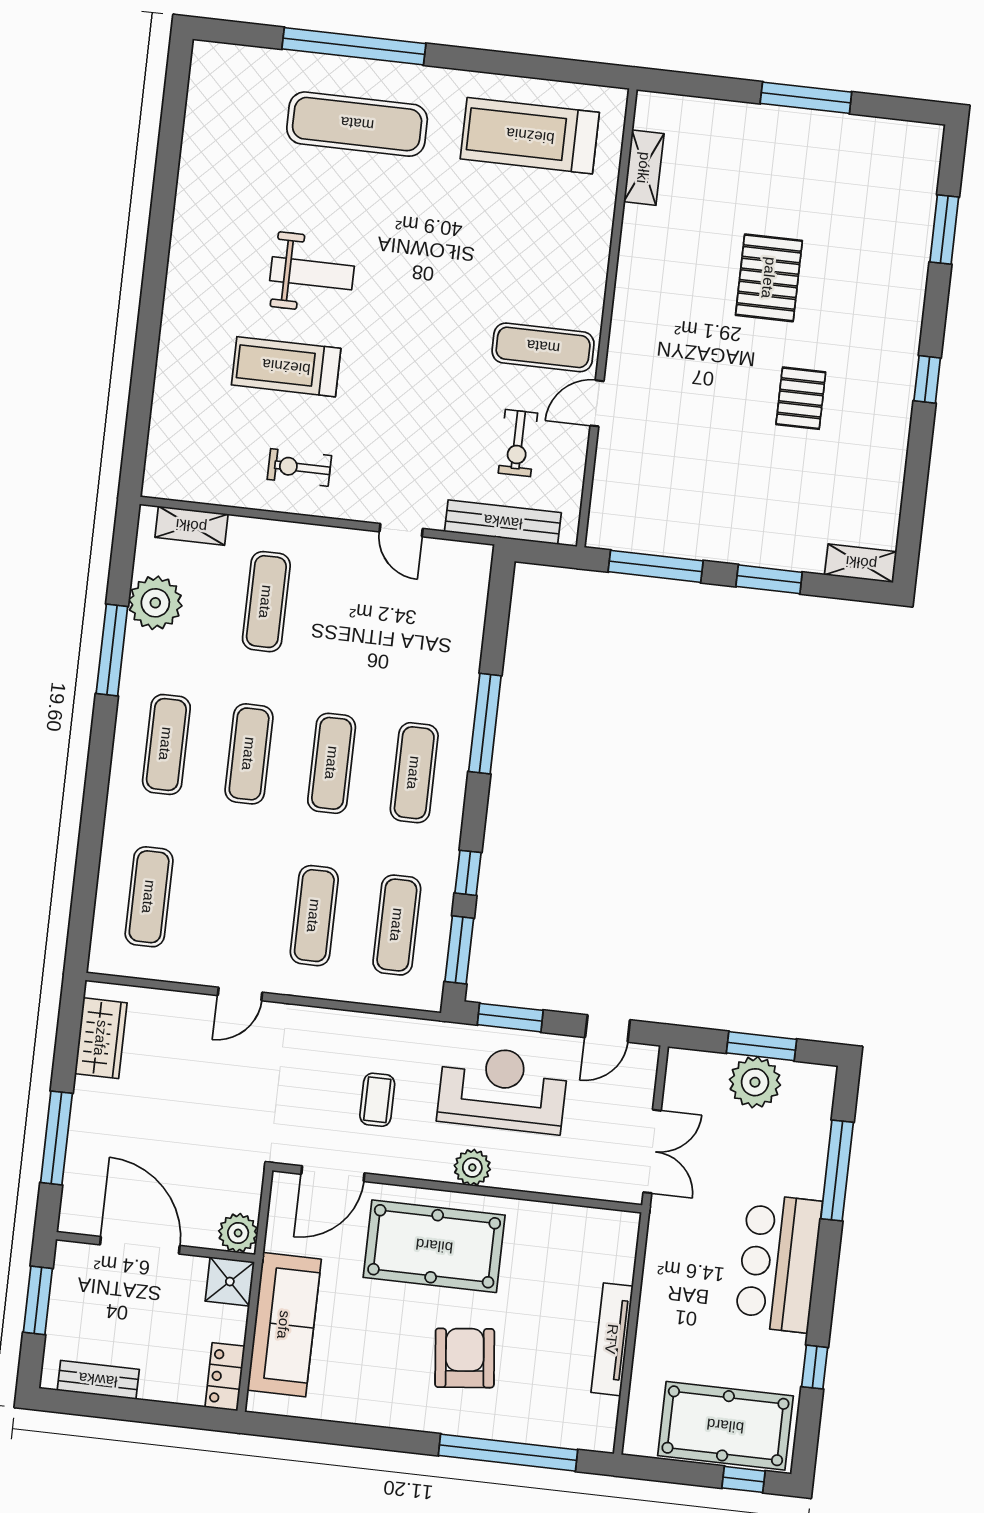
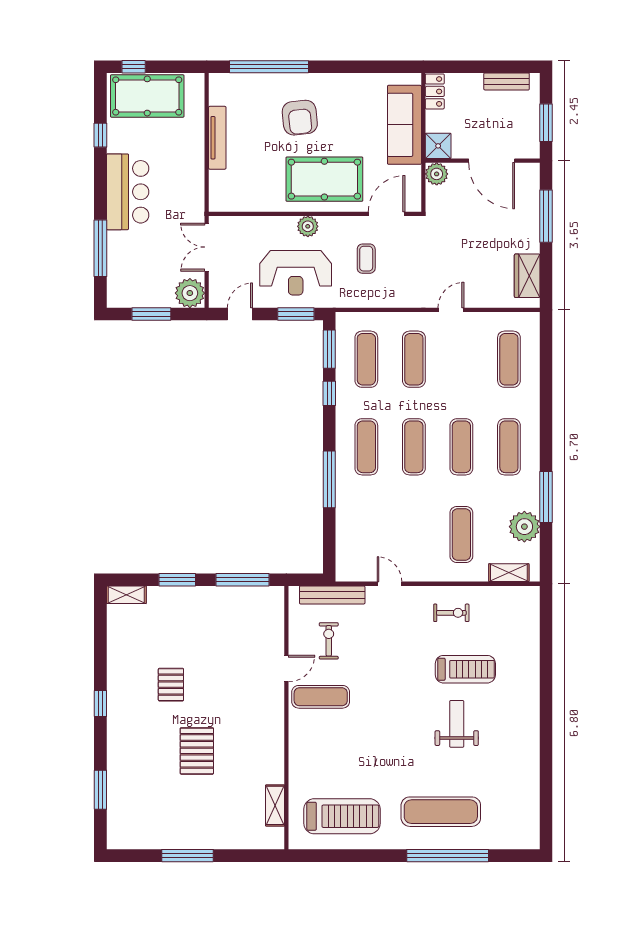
weight bench: (312, 273) -> (457, 724), turned 90
plant: (755, 1082) -> (190, 293), moved

